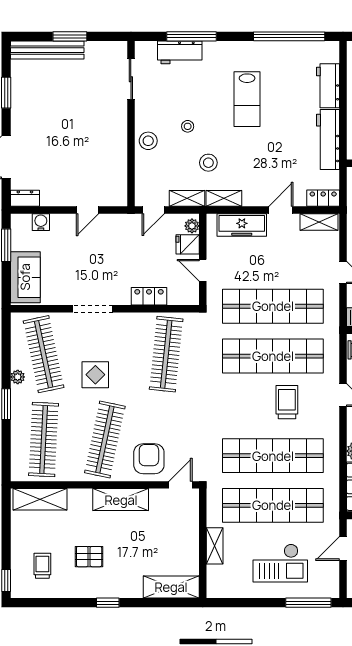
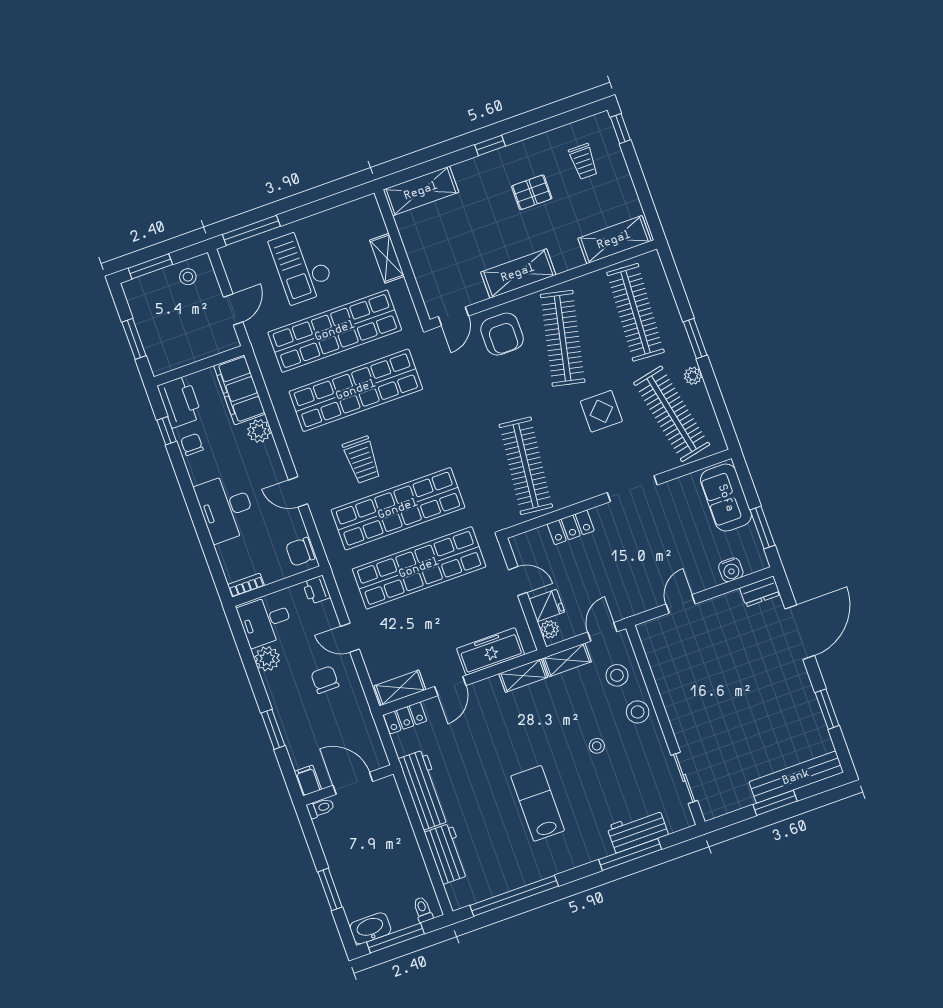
stool: (208, 163) -> (617, 675), moved
checkout: (280, 563) -> (302, 266), turned -90

